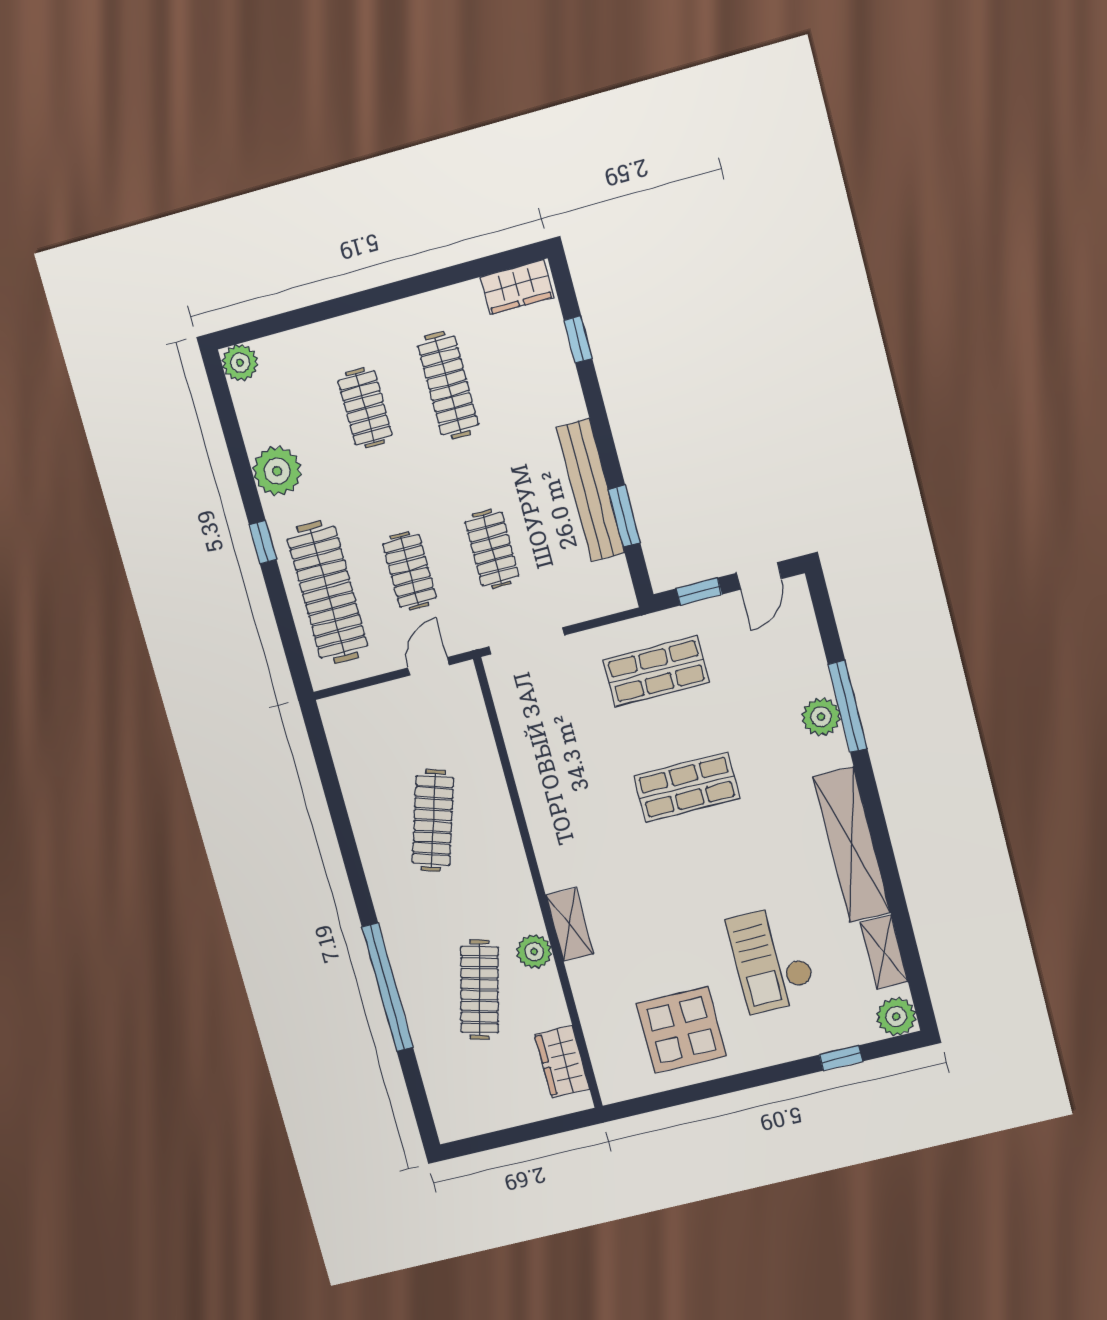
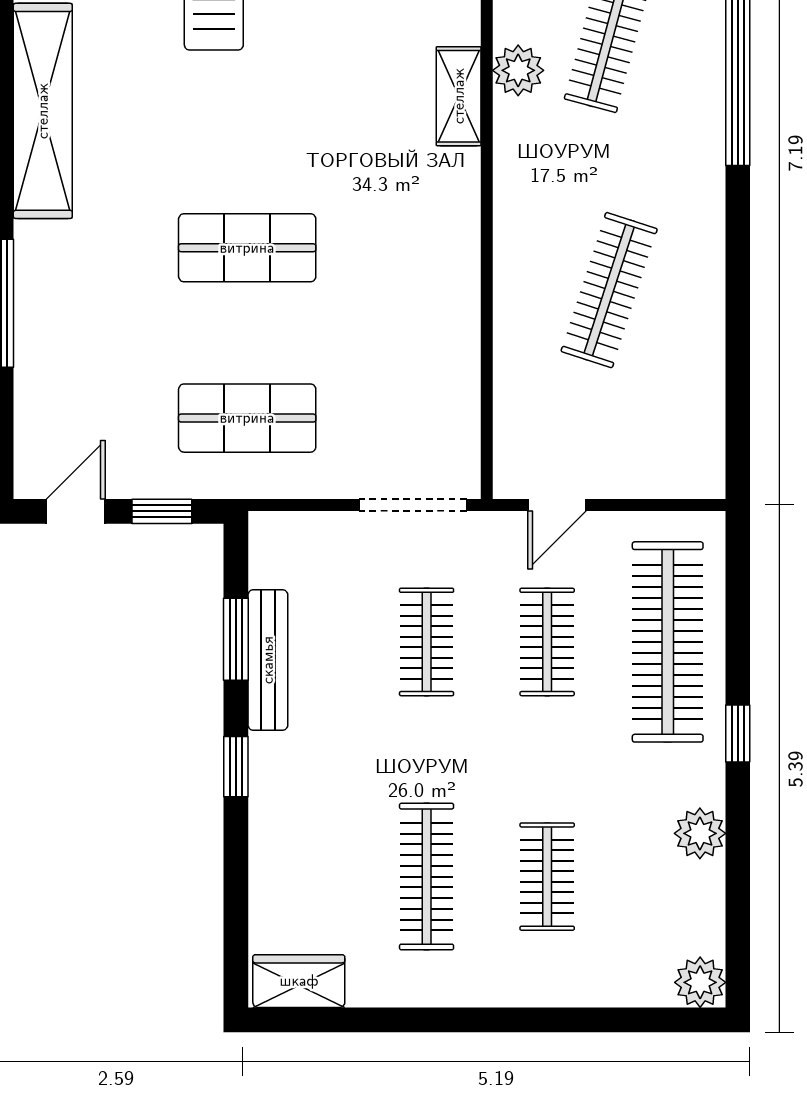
window: (578, 339) -> (236, 767), moved
plant: (277, 471) -> (700, 833), width x0.73, depth x0.73
bench: (591, 490) -> (268, 660), width x0.73, depth x0.82
plant: (821, 717) -> (40, 298), removed

